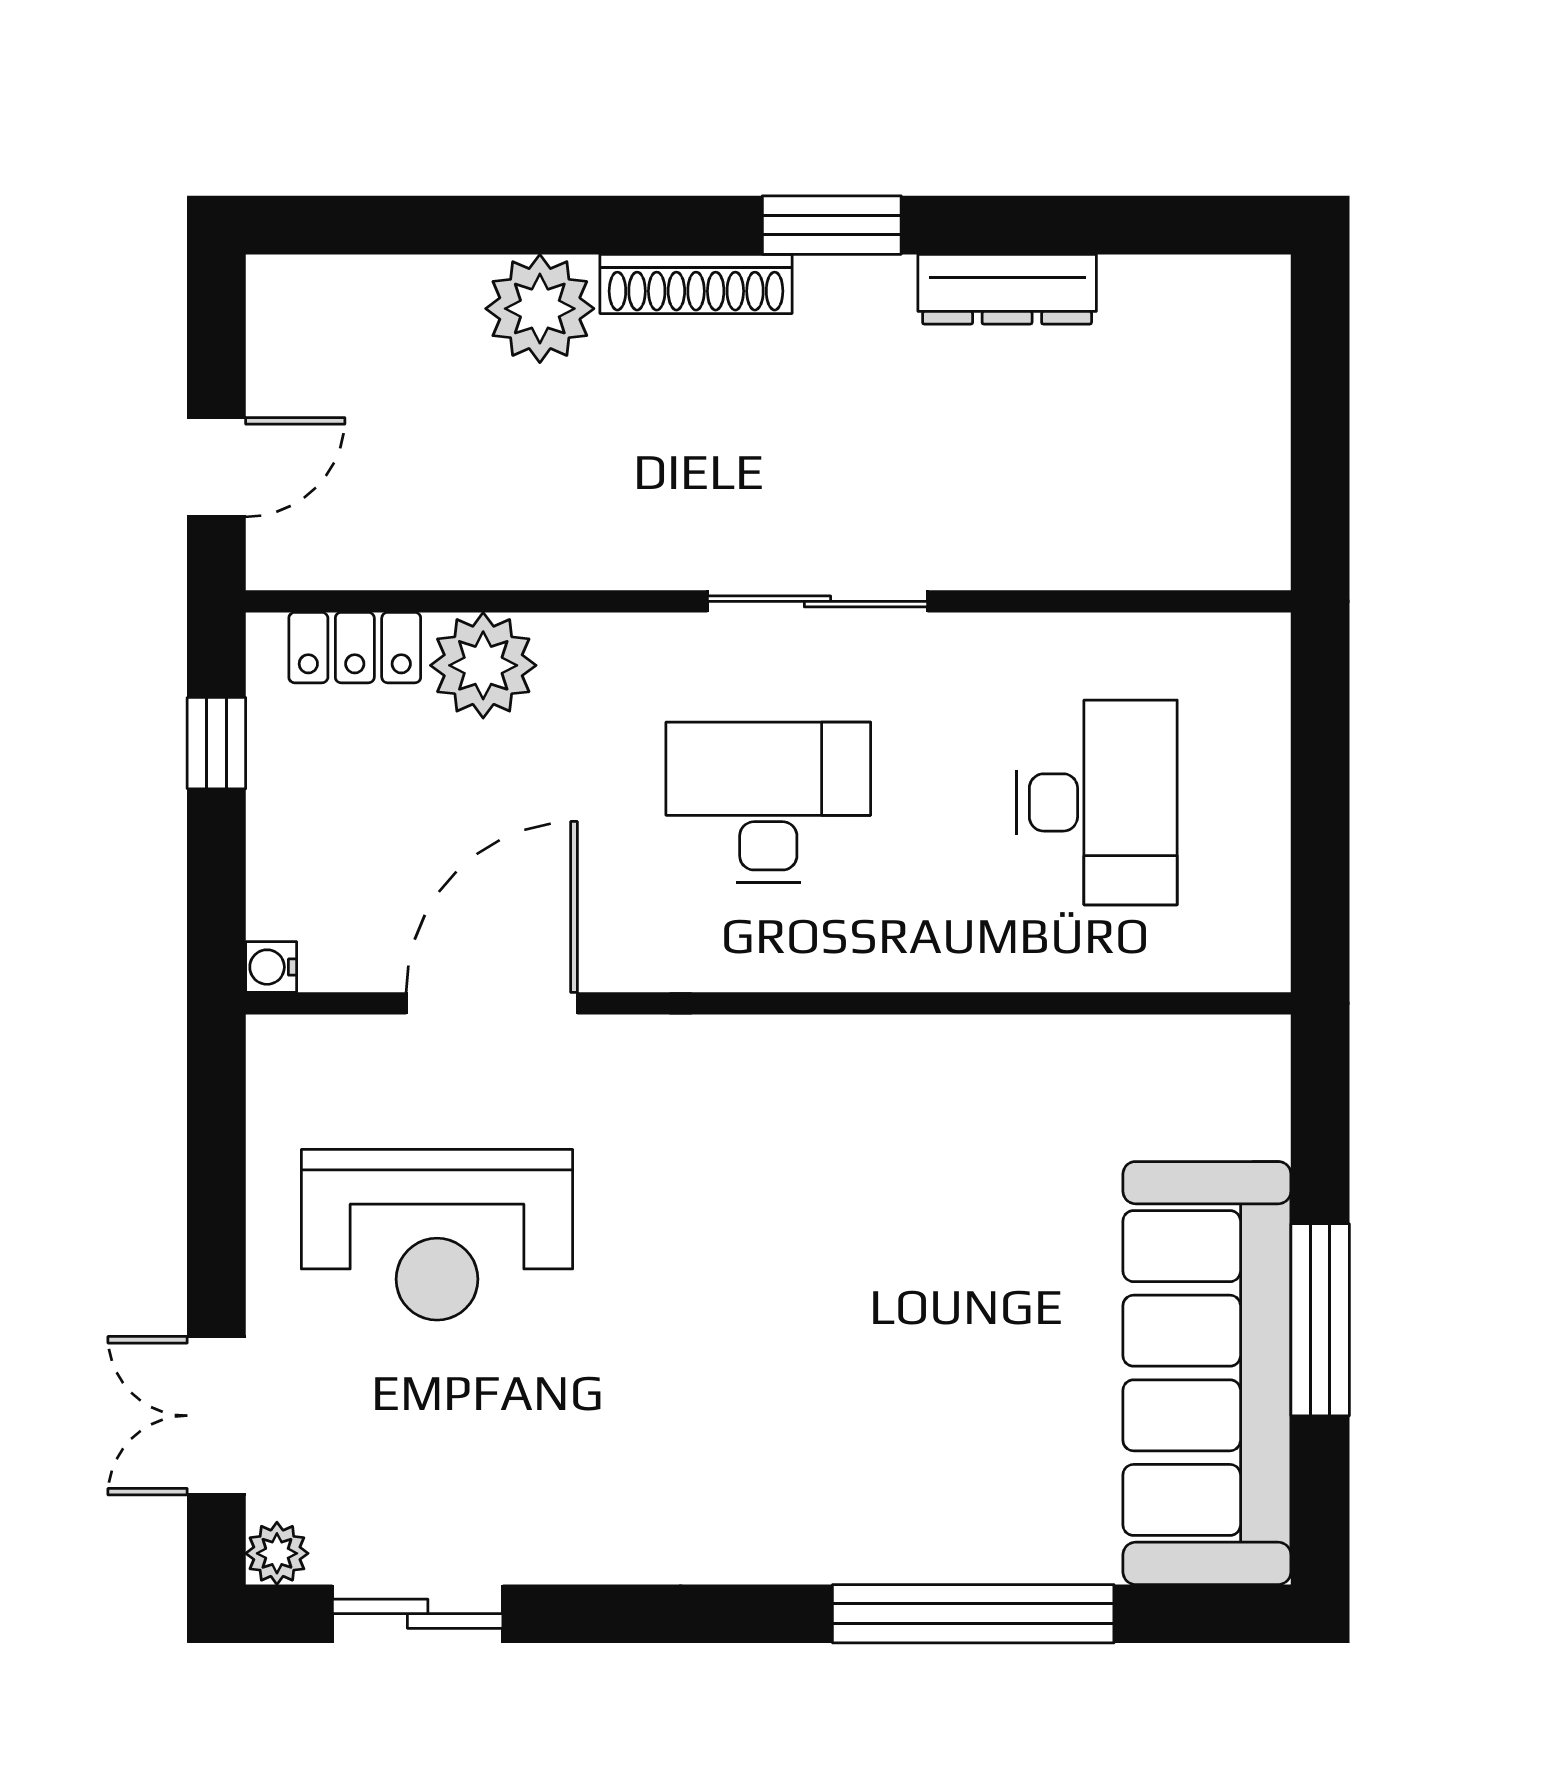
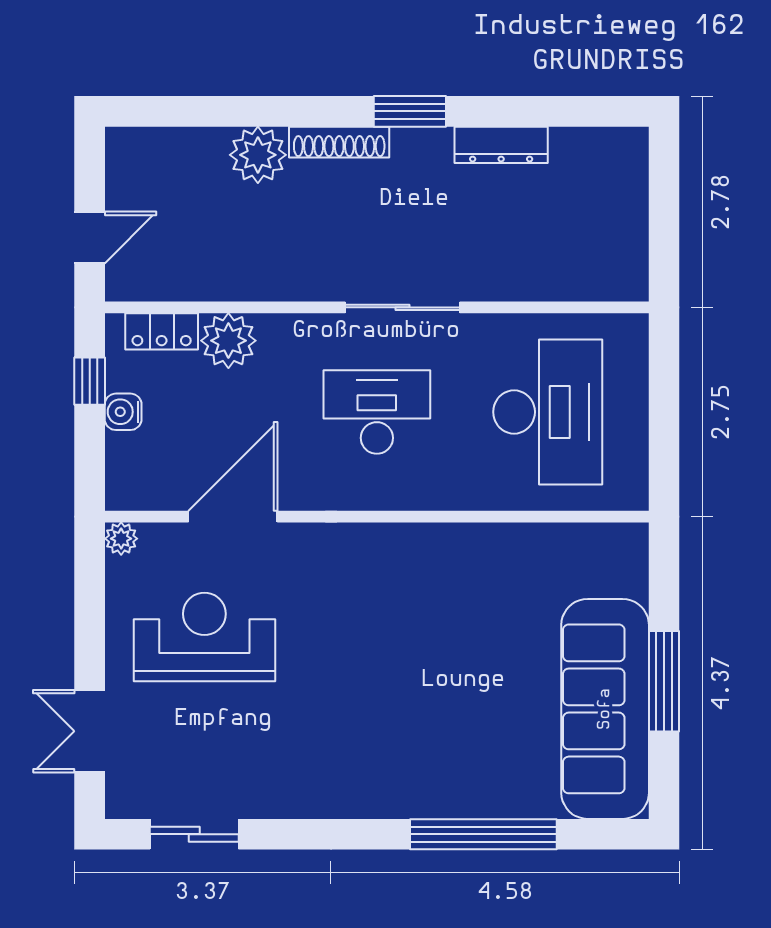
desk: (1097, 802) -> (548, 412), width x1.36, depth x1.30
water cooler: (271, 967) -> (123, 412), moved, width x1.38, depth x1.38
reception desk: (437, 1235) -> (204, 637), turned 180
plant: (277, 1553) -> (121, 539), moved

